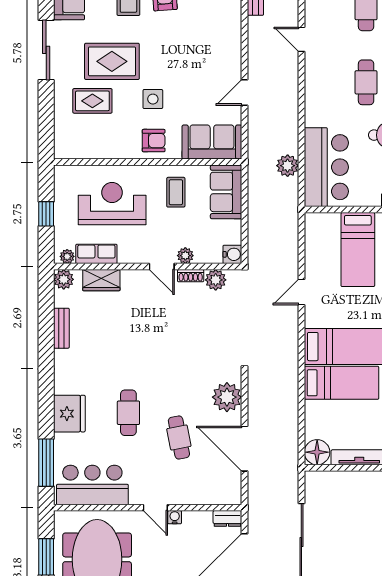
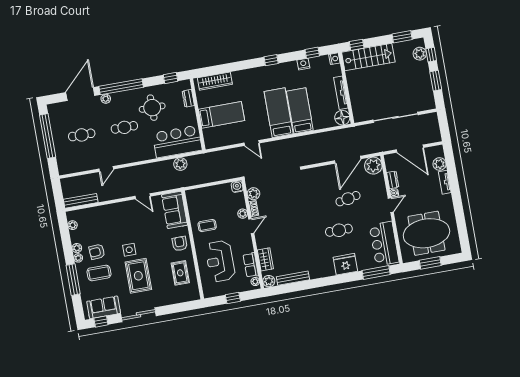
side table: (153, 99) -> (129, 250), moved
rug: (92, 101) -> (180, 273), moved
sofa: (226, 192) -> (202, 197), removed
bench: (61, 328) -> (293, 278), width x1.36
plant: (227, 397) -> (373, 166), moved
dresser: (227, 518) -> (393, 180), moved

